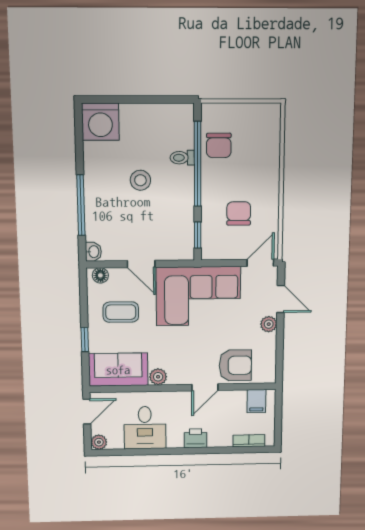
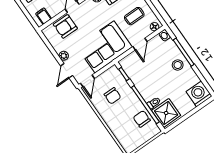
shower: (174, 128) -> (166, 113), added
stool: (140, 180) -> (178, 65), moved
door: (141, 264) -> (140, 44), swing flipped
door: (281, 299) -> (67, 71), hinge flipped

